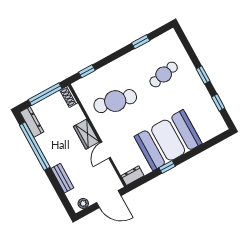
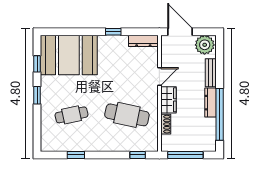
shoe rack: (69, 96) -> (166, 124), moved
dresser: (32, 122) -> (211, 103), moved
booth: (168, 140) -> (69, 55), moved
dresser: (133, 176) -> (143, 41), width x1.44
plant: (83, 203) -> (205, 45), width x1.87, depth x1.87

